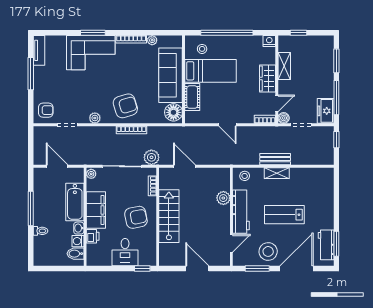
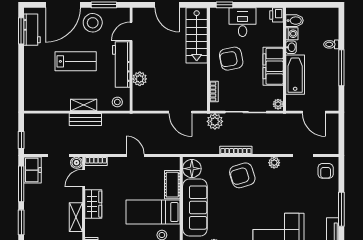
armchair: (46, 110) -> (326, 171), turned -90
stairs: (169, 216) -> (197, 35), moved
printer: (93, 236) -> (276, 15), moved

